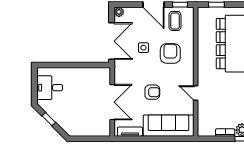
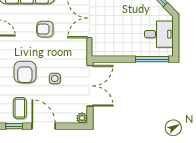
double door: (112, 41) -> (90, 86), swing flipped
window: (56, 65) -> (152, 59), added

